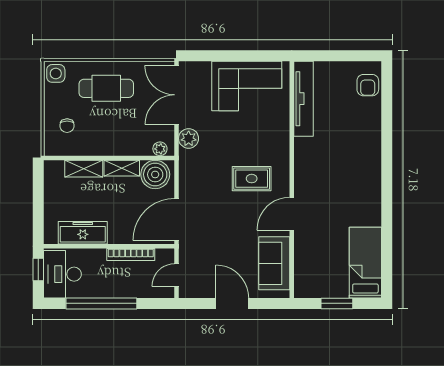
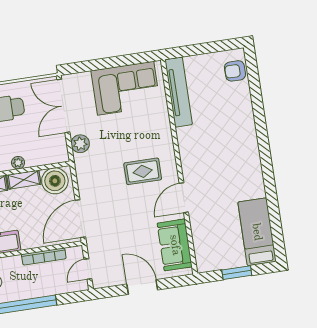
armchair: (368, 85) -> (235, 71), turned 90
plant: (160, 149) -> (18, 163), moved

